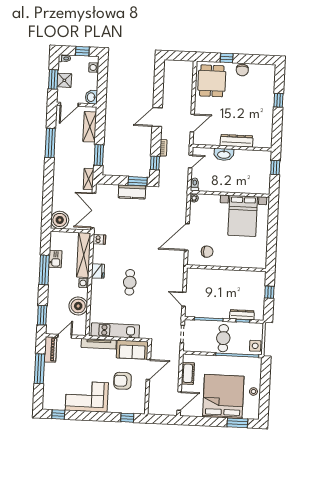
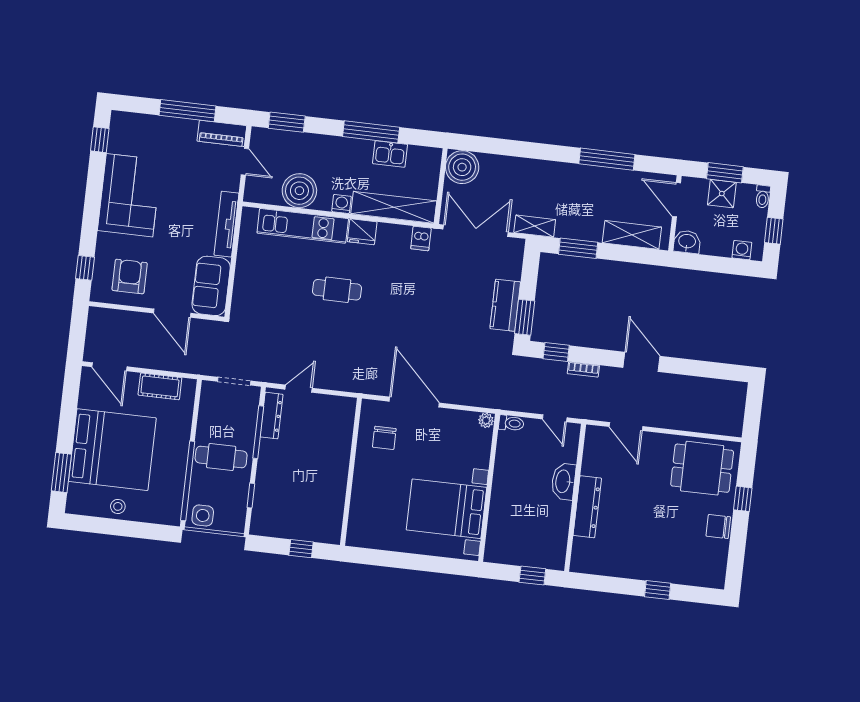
dresser: (242, 315) -> (271, 416), moved
kitchen unit: (115, 331) -> (303, 226), moved, turned 90
armchair: (123, 381) -> (130, 276), moved

